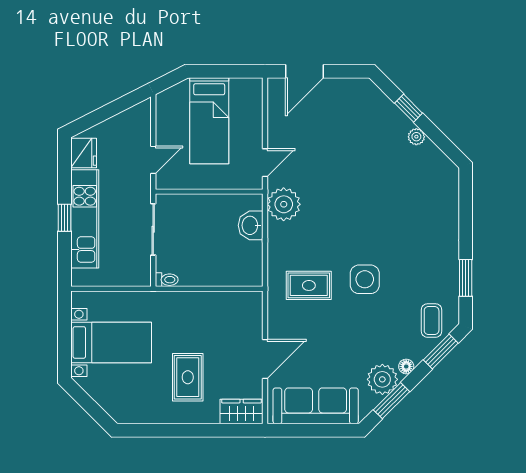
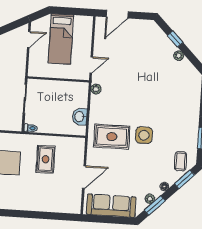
door: (153, 160) -> (29, 40), moved
plant: (284, 204) -> (96, 89), width x0.53, depth x0.53
washbasin: (251, 225) -> (80, 117), moved
rug: (309, 285) -> (112, 137), width x1.36, depth x1.43
rug: (188, 377) -> (46, 159), moved
plant: (382, 379) -> (150, 199), width x0.53, depth x0.53
wardrobe: (242, 411) -> (69, 206), removed

